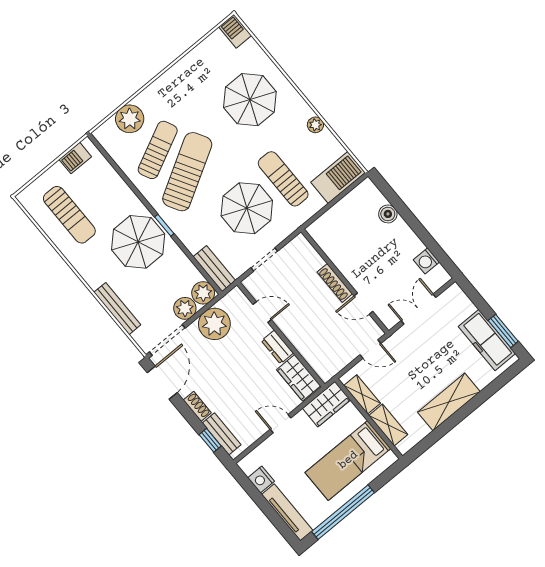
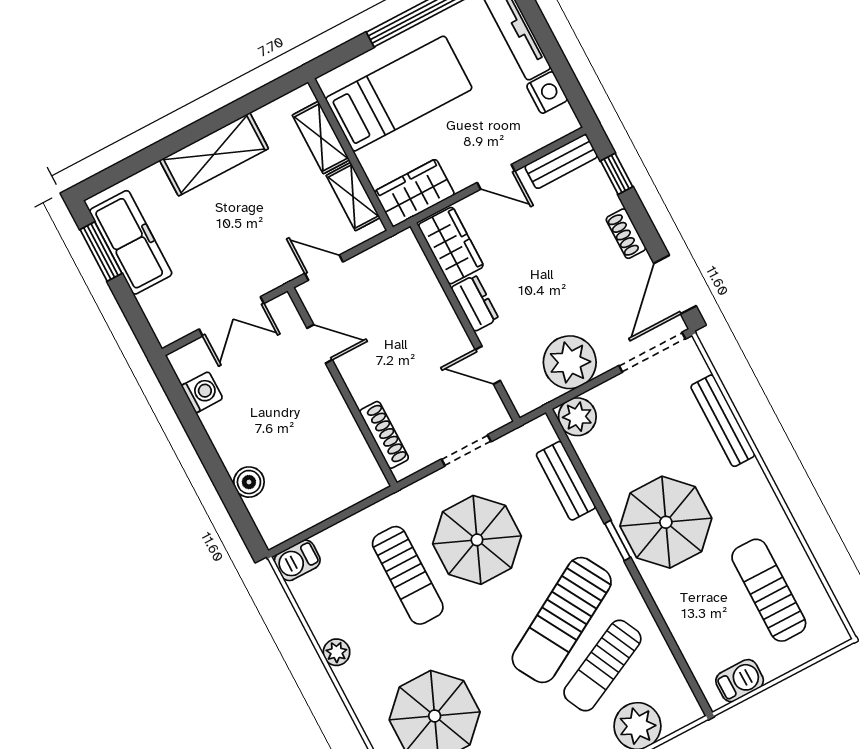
barbecue: (338, 177) -> (297, 560), width x0.53, depth x0.65
bench: (214, 269) -> (566, 481), moved
shoe rack: (335, 283) -> (384, 435), moved
plant: (185, 308) -> (612, 398), removed
bench: (222, 434) -> (561, 161), moved, turned 90

